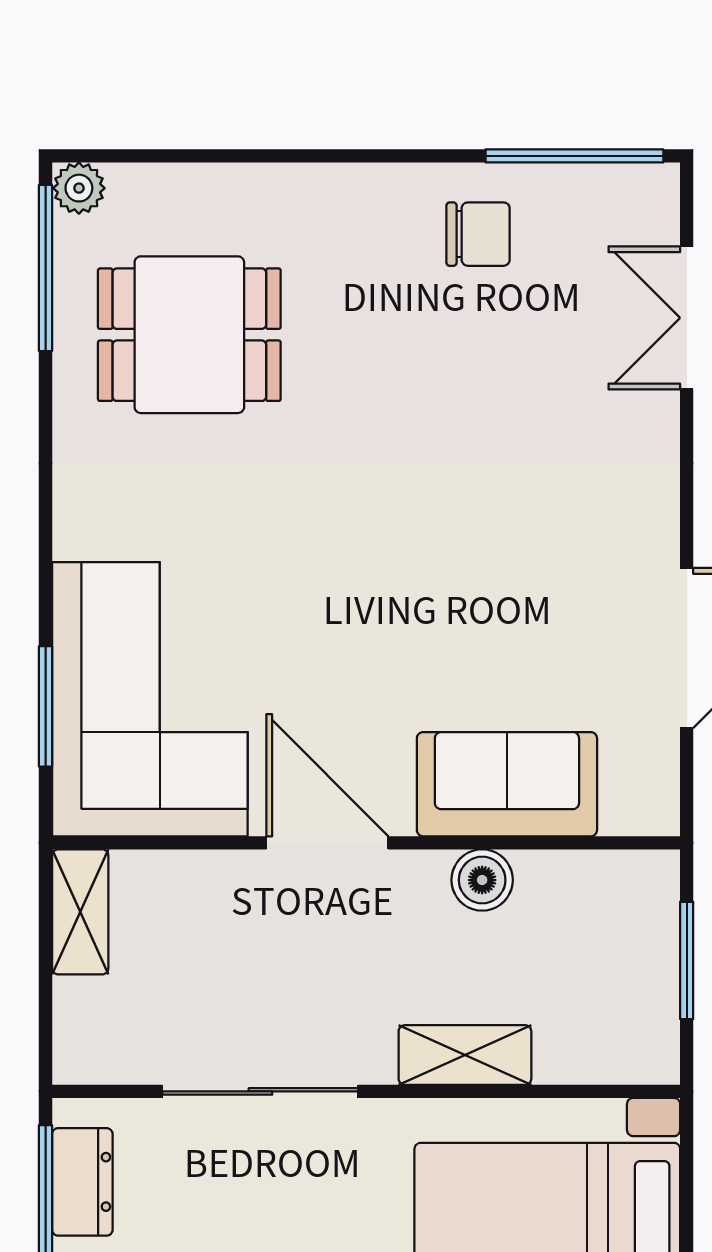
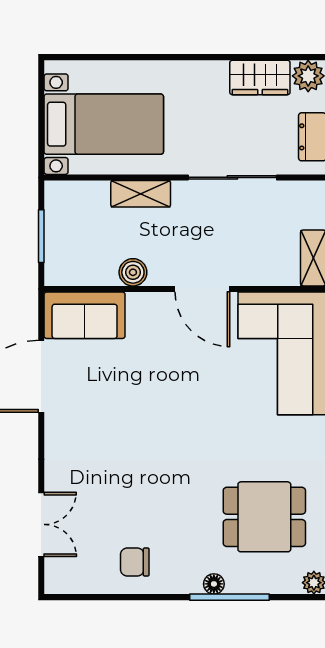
window: (574, 156) -> (230, 597), moved
floor lamp: (302, 185) -> (214, 584), added
sofa: (507, 784) -> (85, 315), moved

